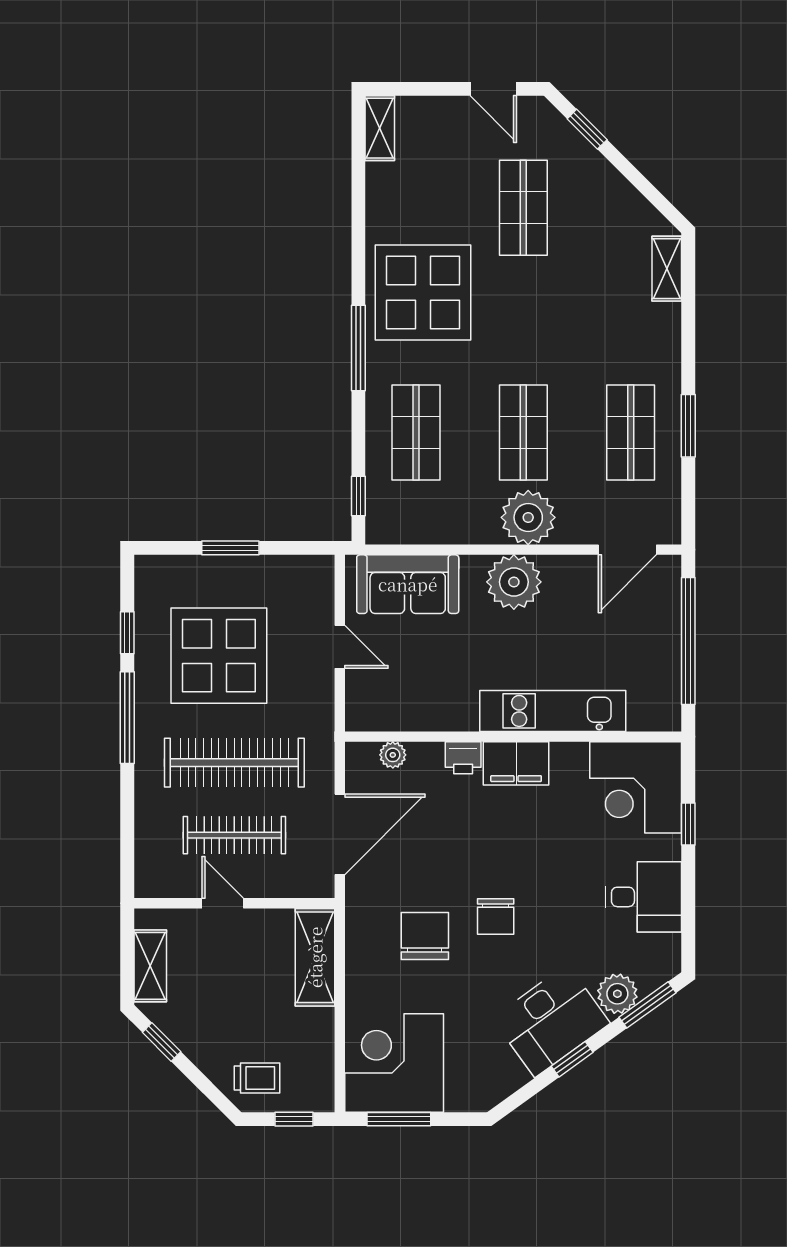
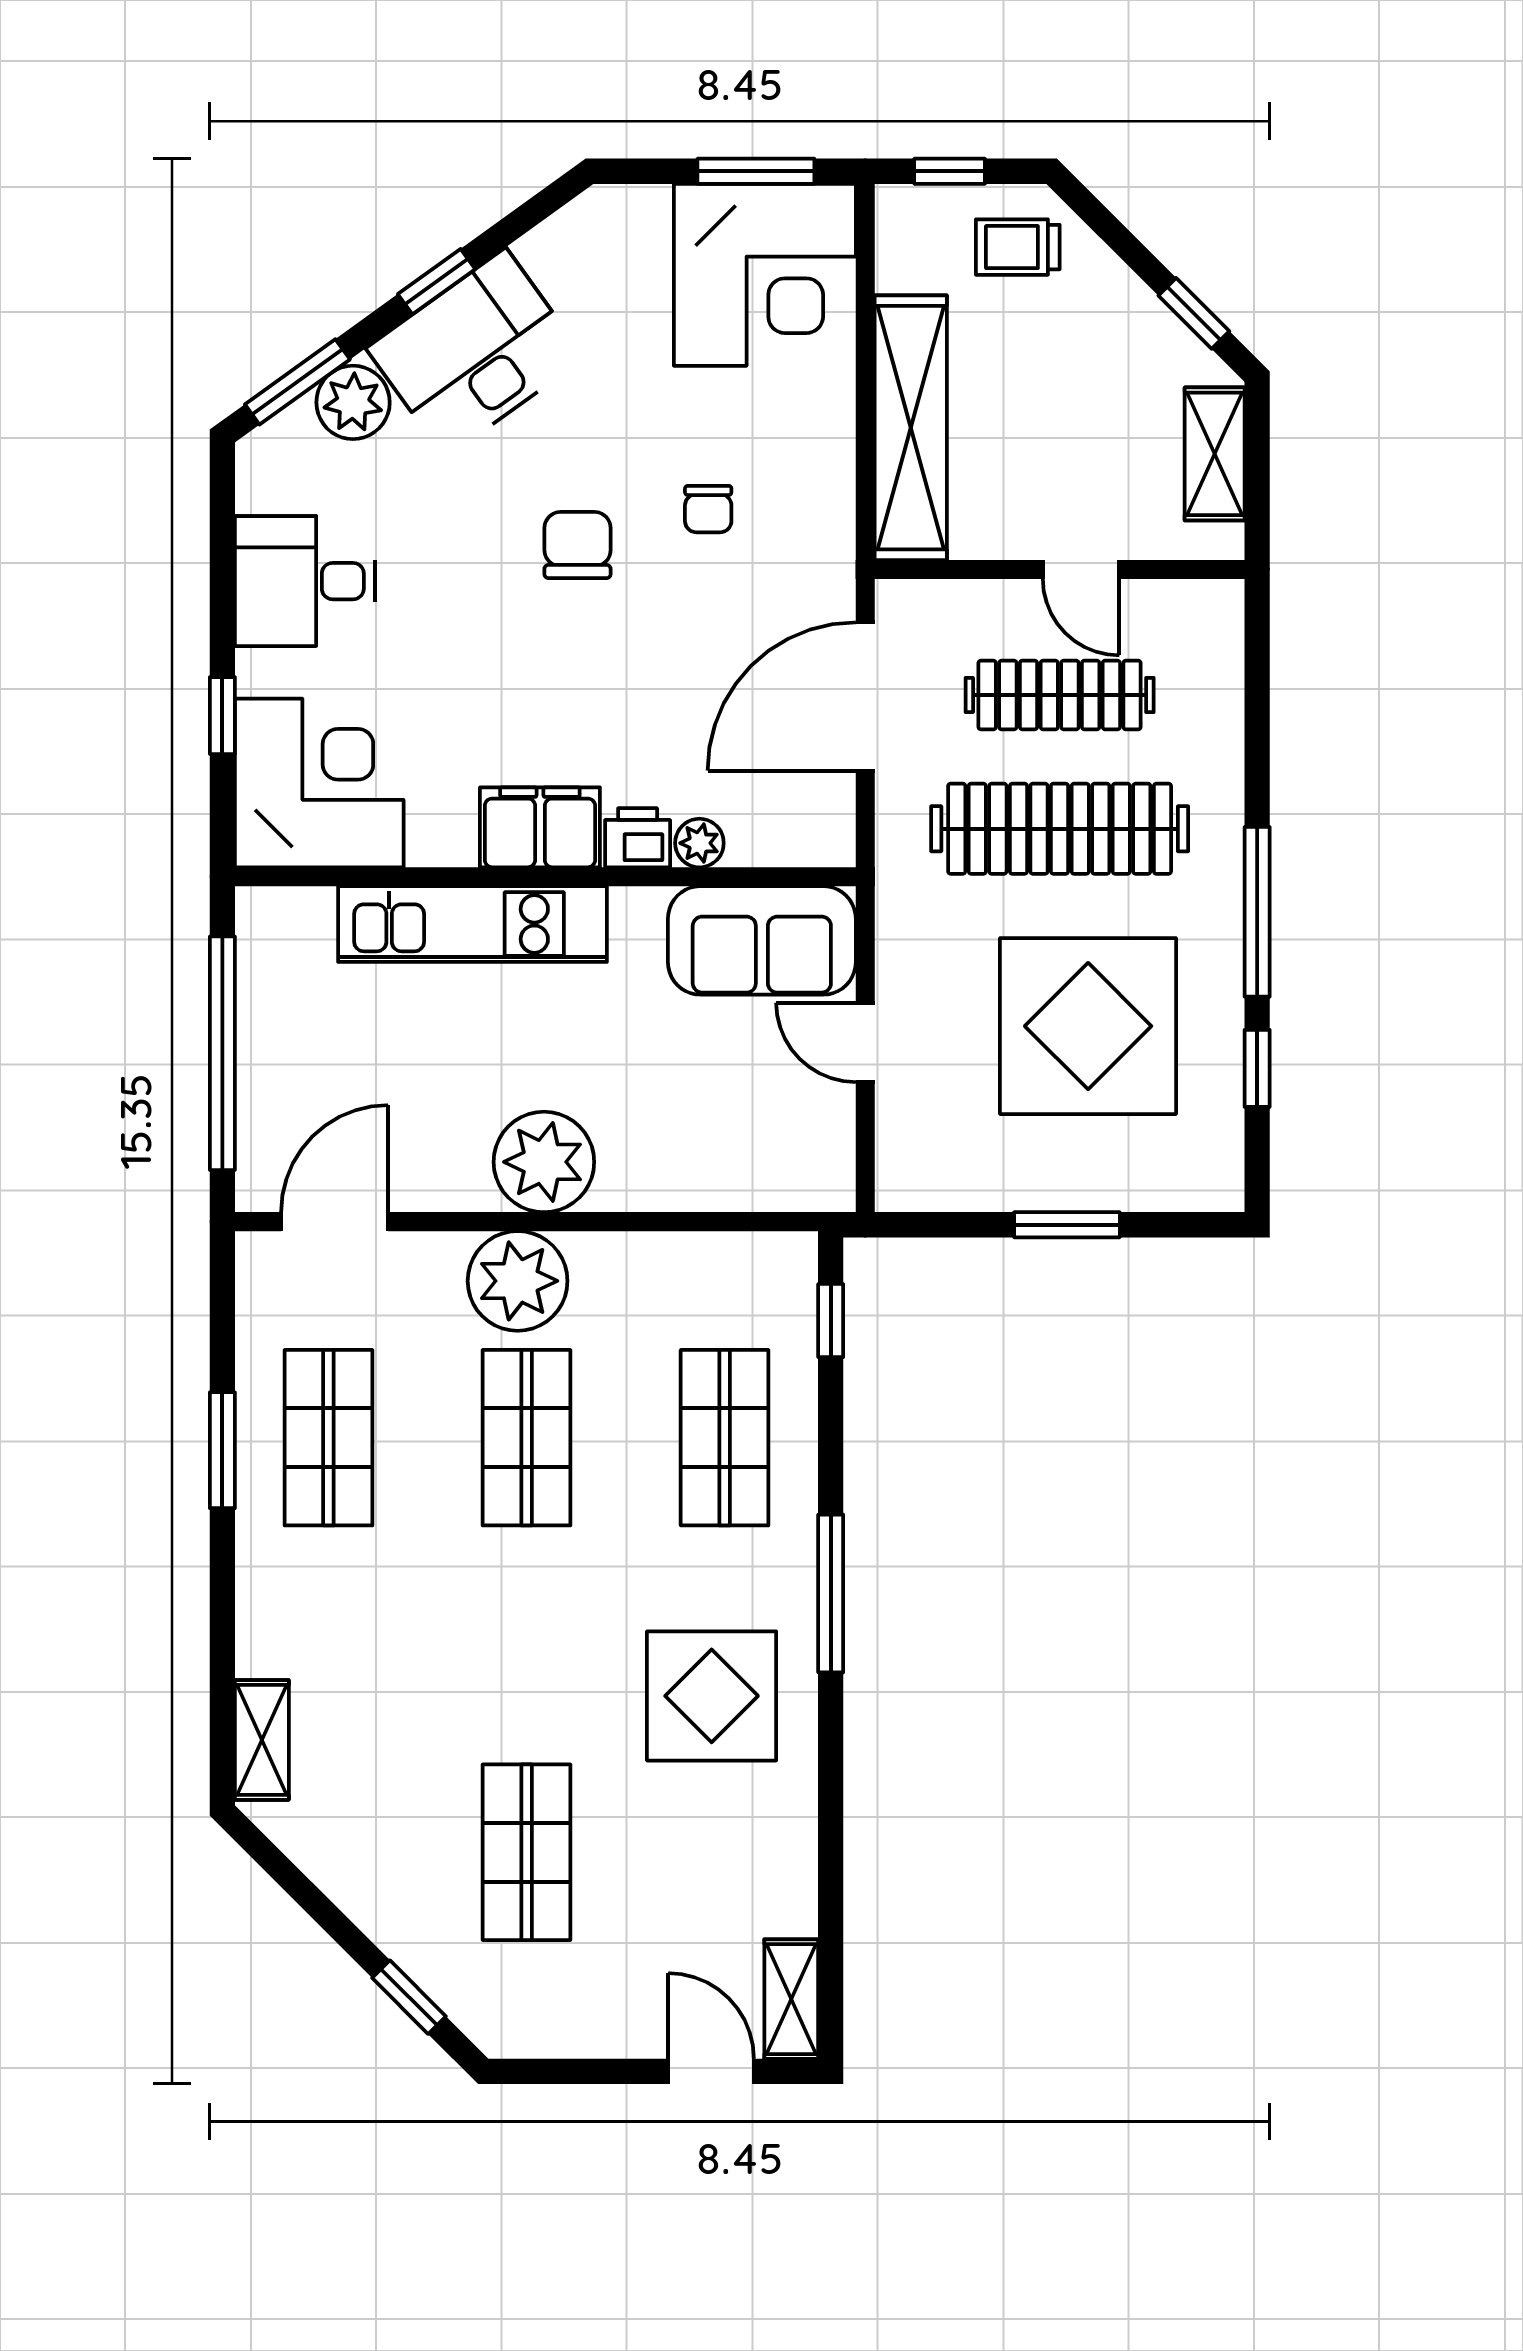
door: (493, 89) -> (711, 2071), moved
display table: (423, 293) -> (712, 1696), width x0.73, depth x0.73
sofa: (408, 584) -> (762, 940), moved, turned 180
plant: (393, 755) -> (699, 843), moved
chair: (425, 936) -> (708, 509), width x0.54, depth x0.54
shelving: (315, 957) -> (911, 428), width x1.47

